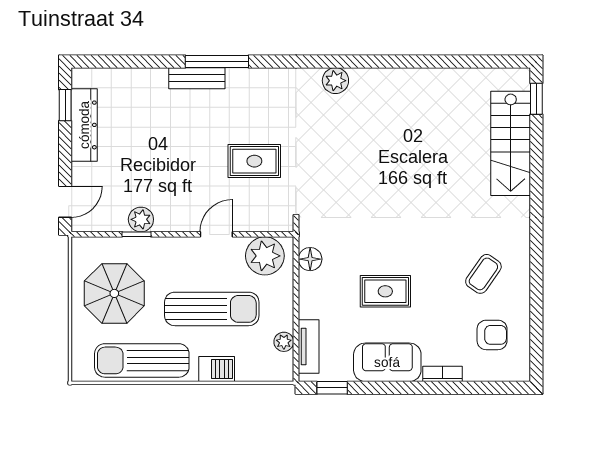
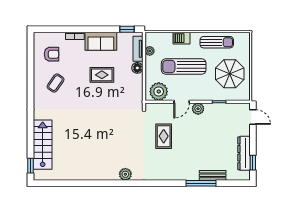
window: (217, 62) -> (201, 183), moved
bench: (197, 78) -> (213, 175), moved
rug: (254, 161) -> (164, 136), turned 90
door: (65, 202) -> (253, 117), swing flipped
plant: (141, 219) -> (198, 109), moved
floor lamp: (310, 259) -> (137, 68), moved
armchair: (492, 335) -> (51, 54), turned 180
sun lounger: (142, 360) -> (217, 42), width x0.73, depth x0.75

